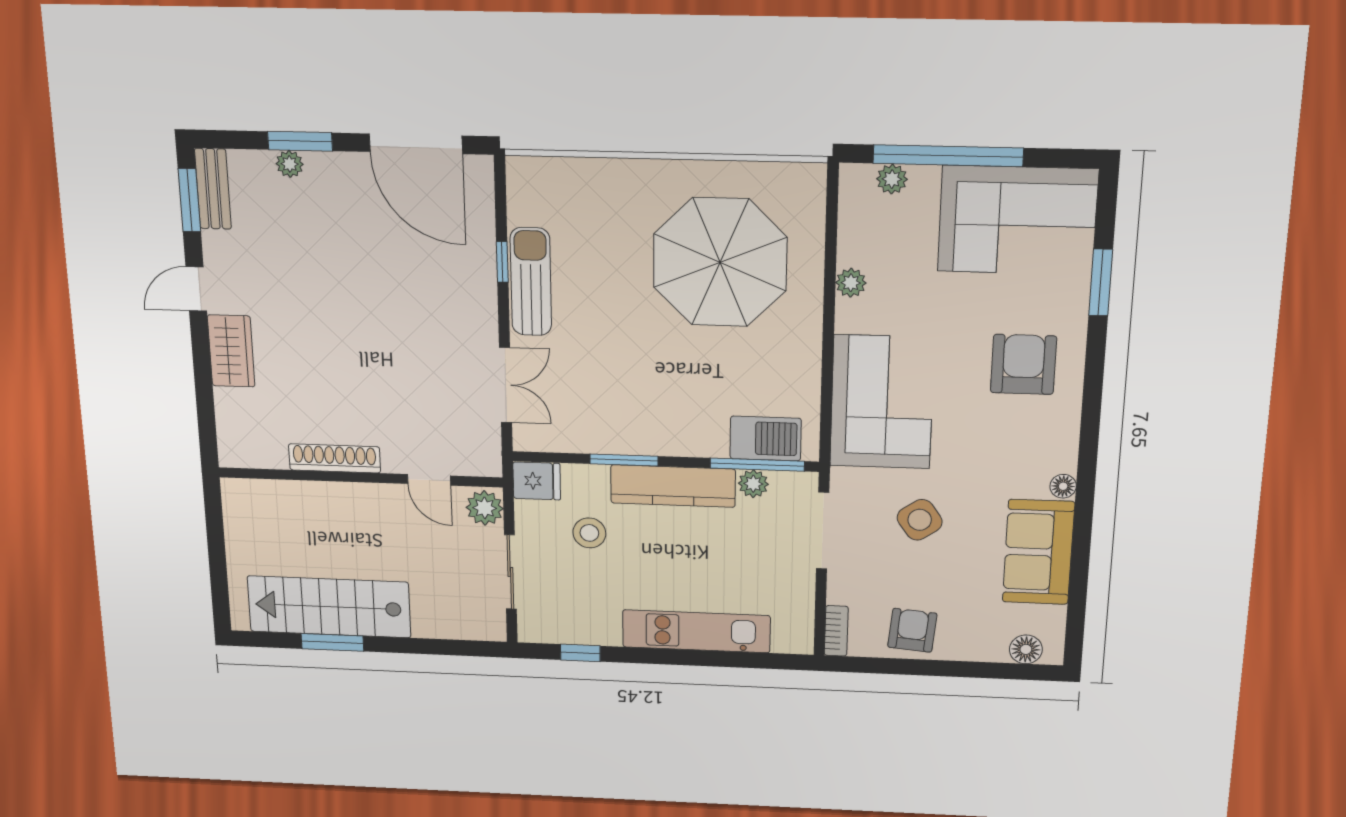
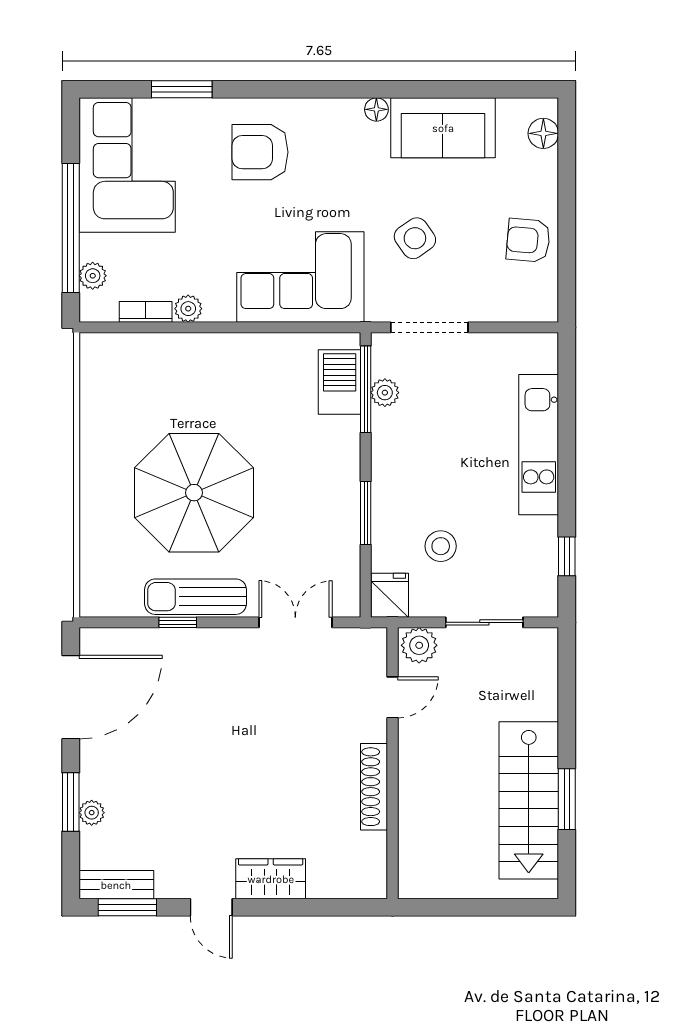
parasol: (720, 262) -> (194, 493), moved
kitchen counter: (673, 486) -> (390, 467), removed
bookcase: (836, 631) -> (146, 312), moved

